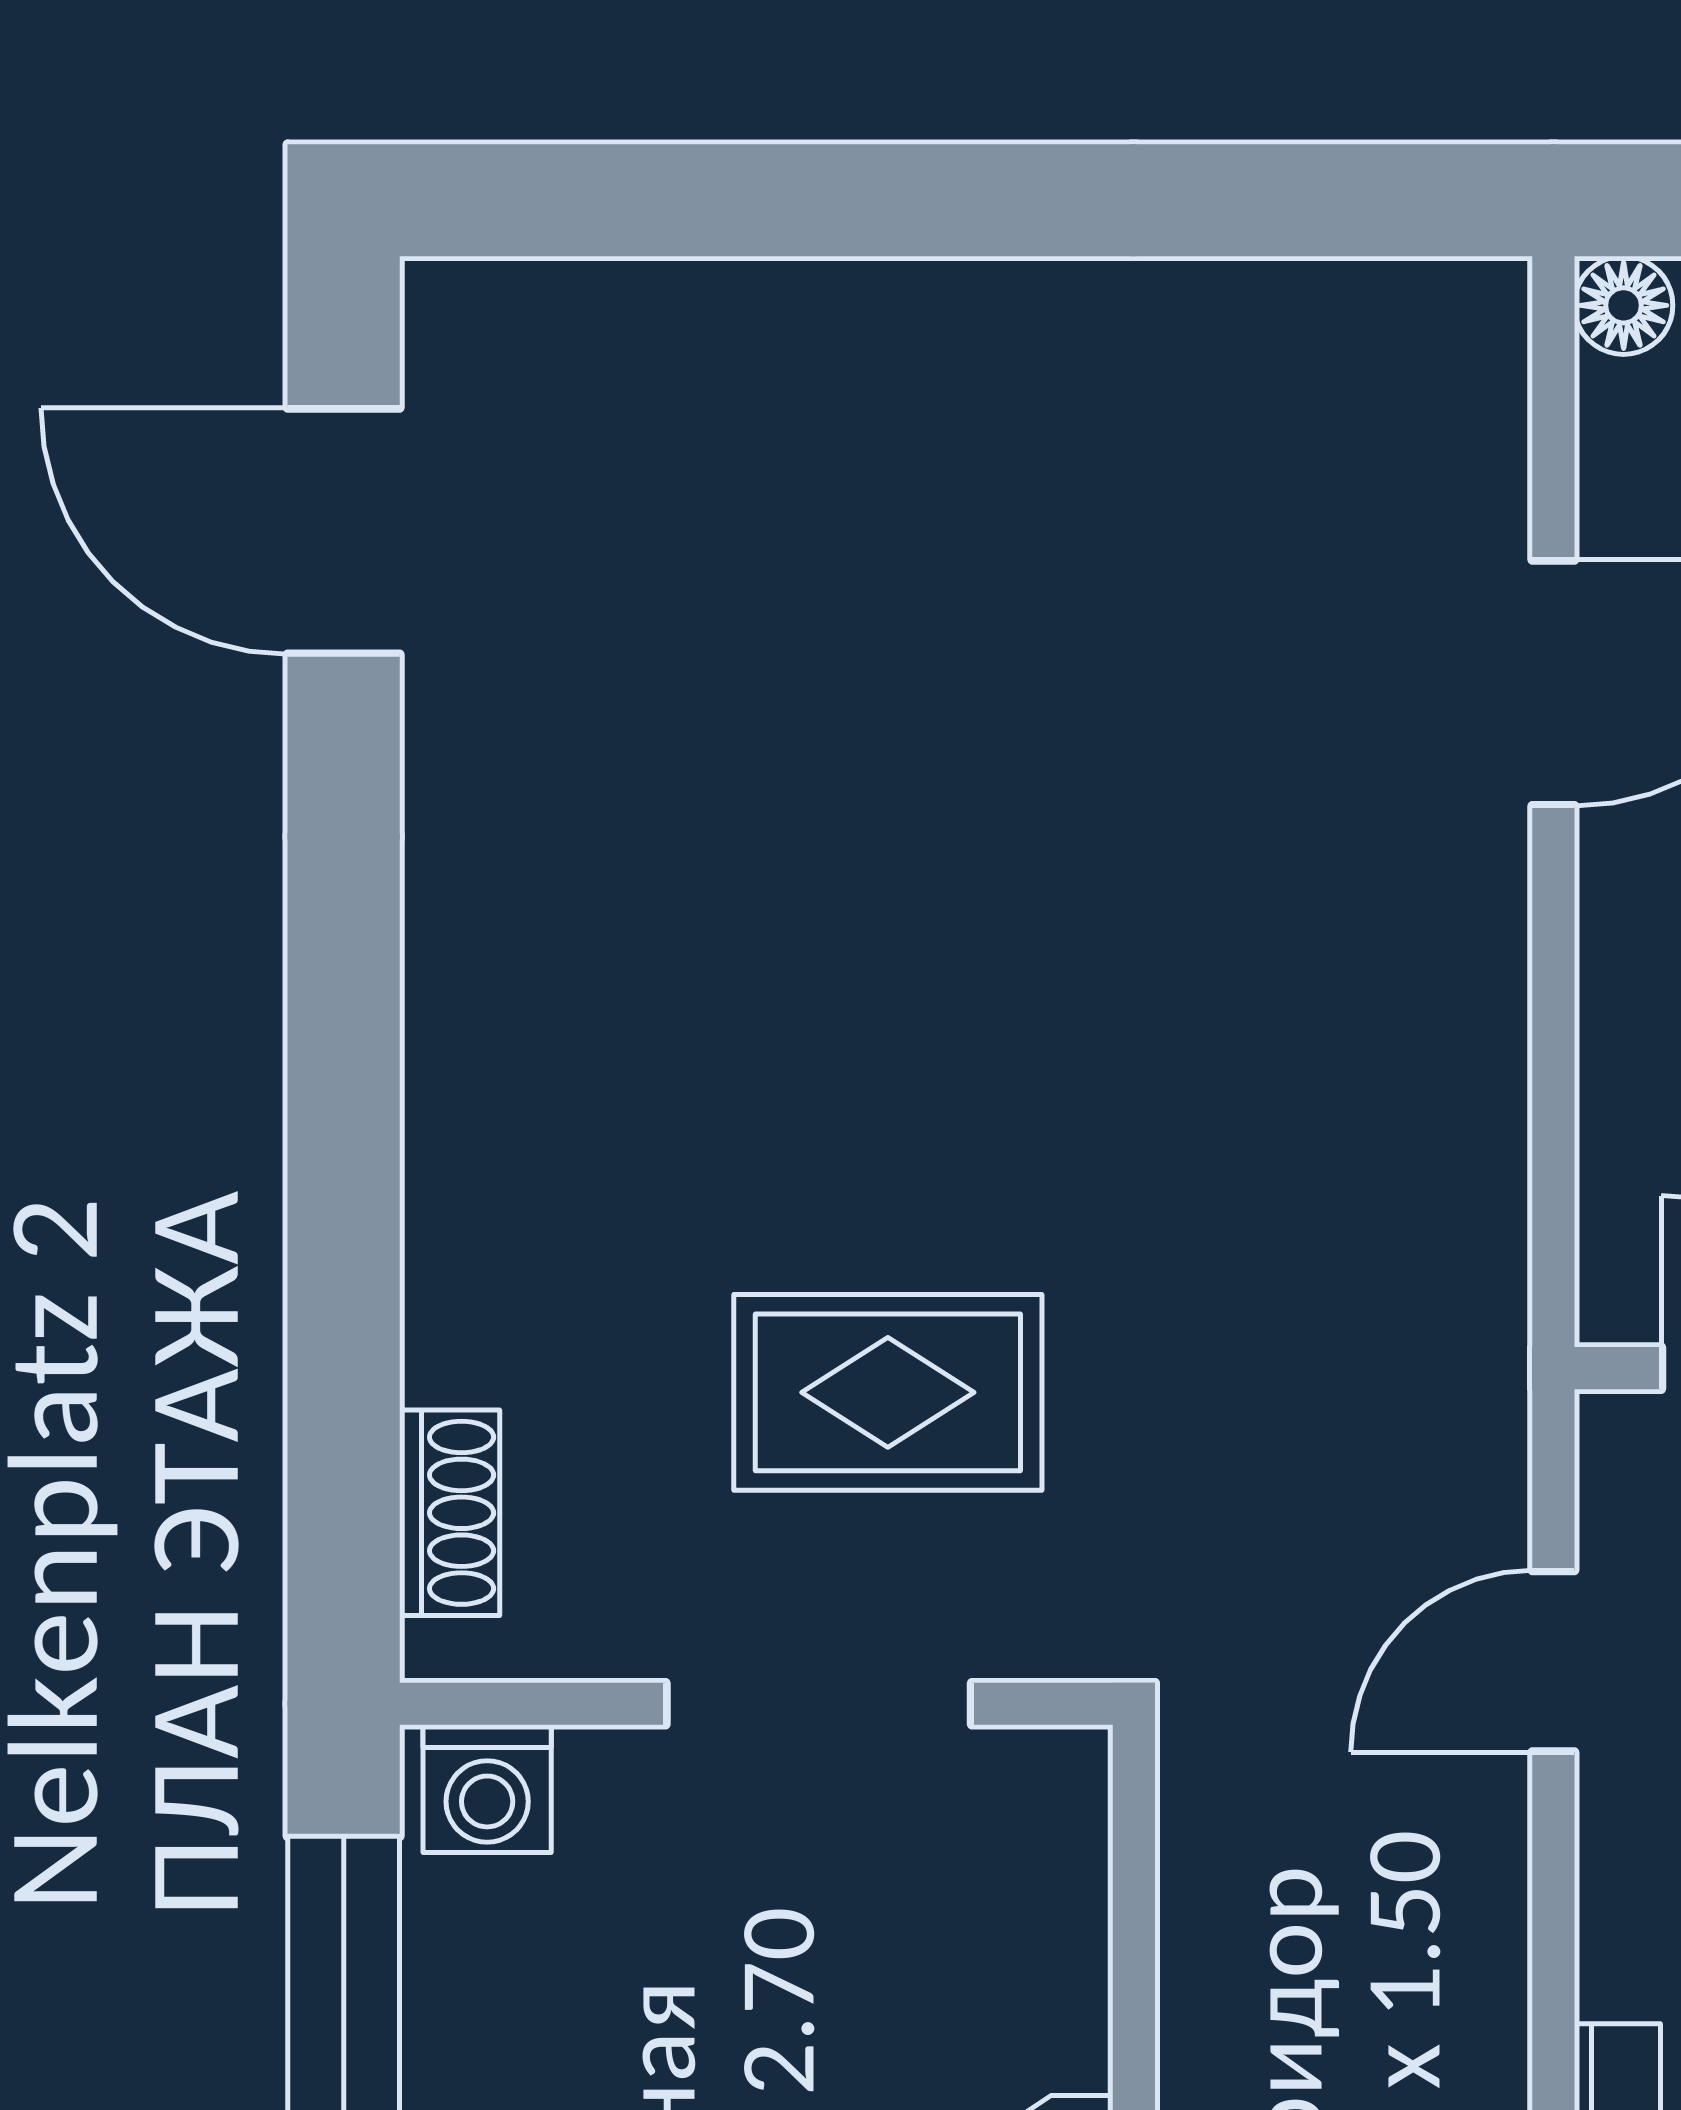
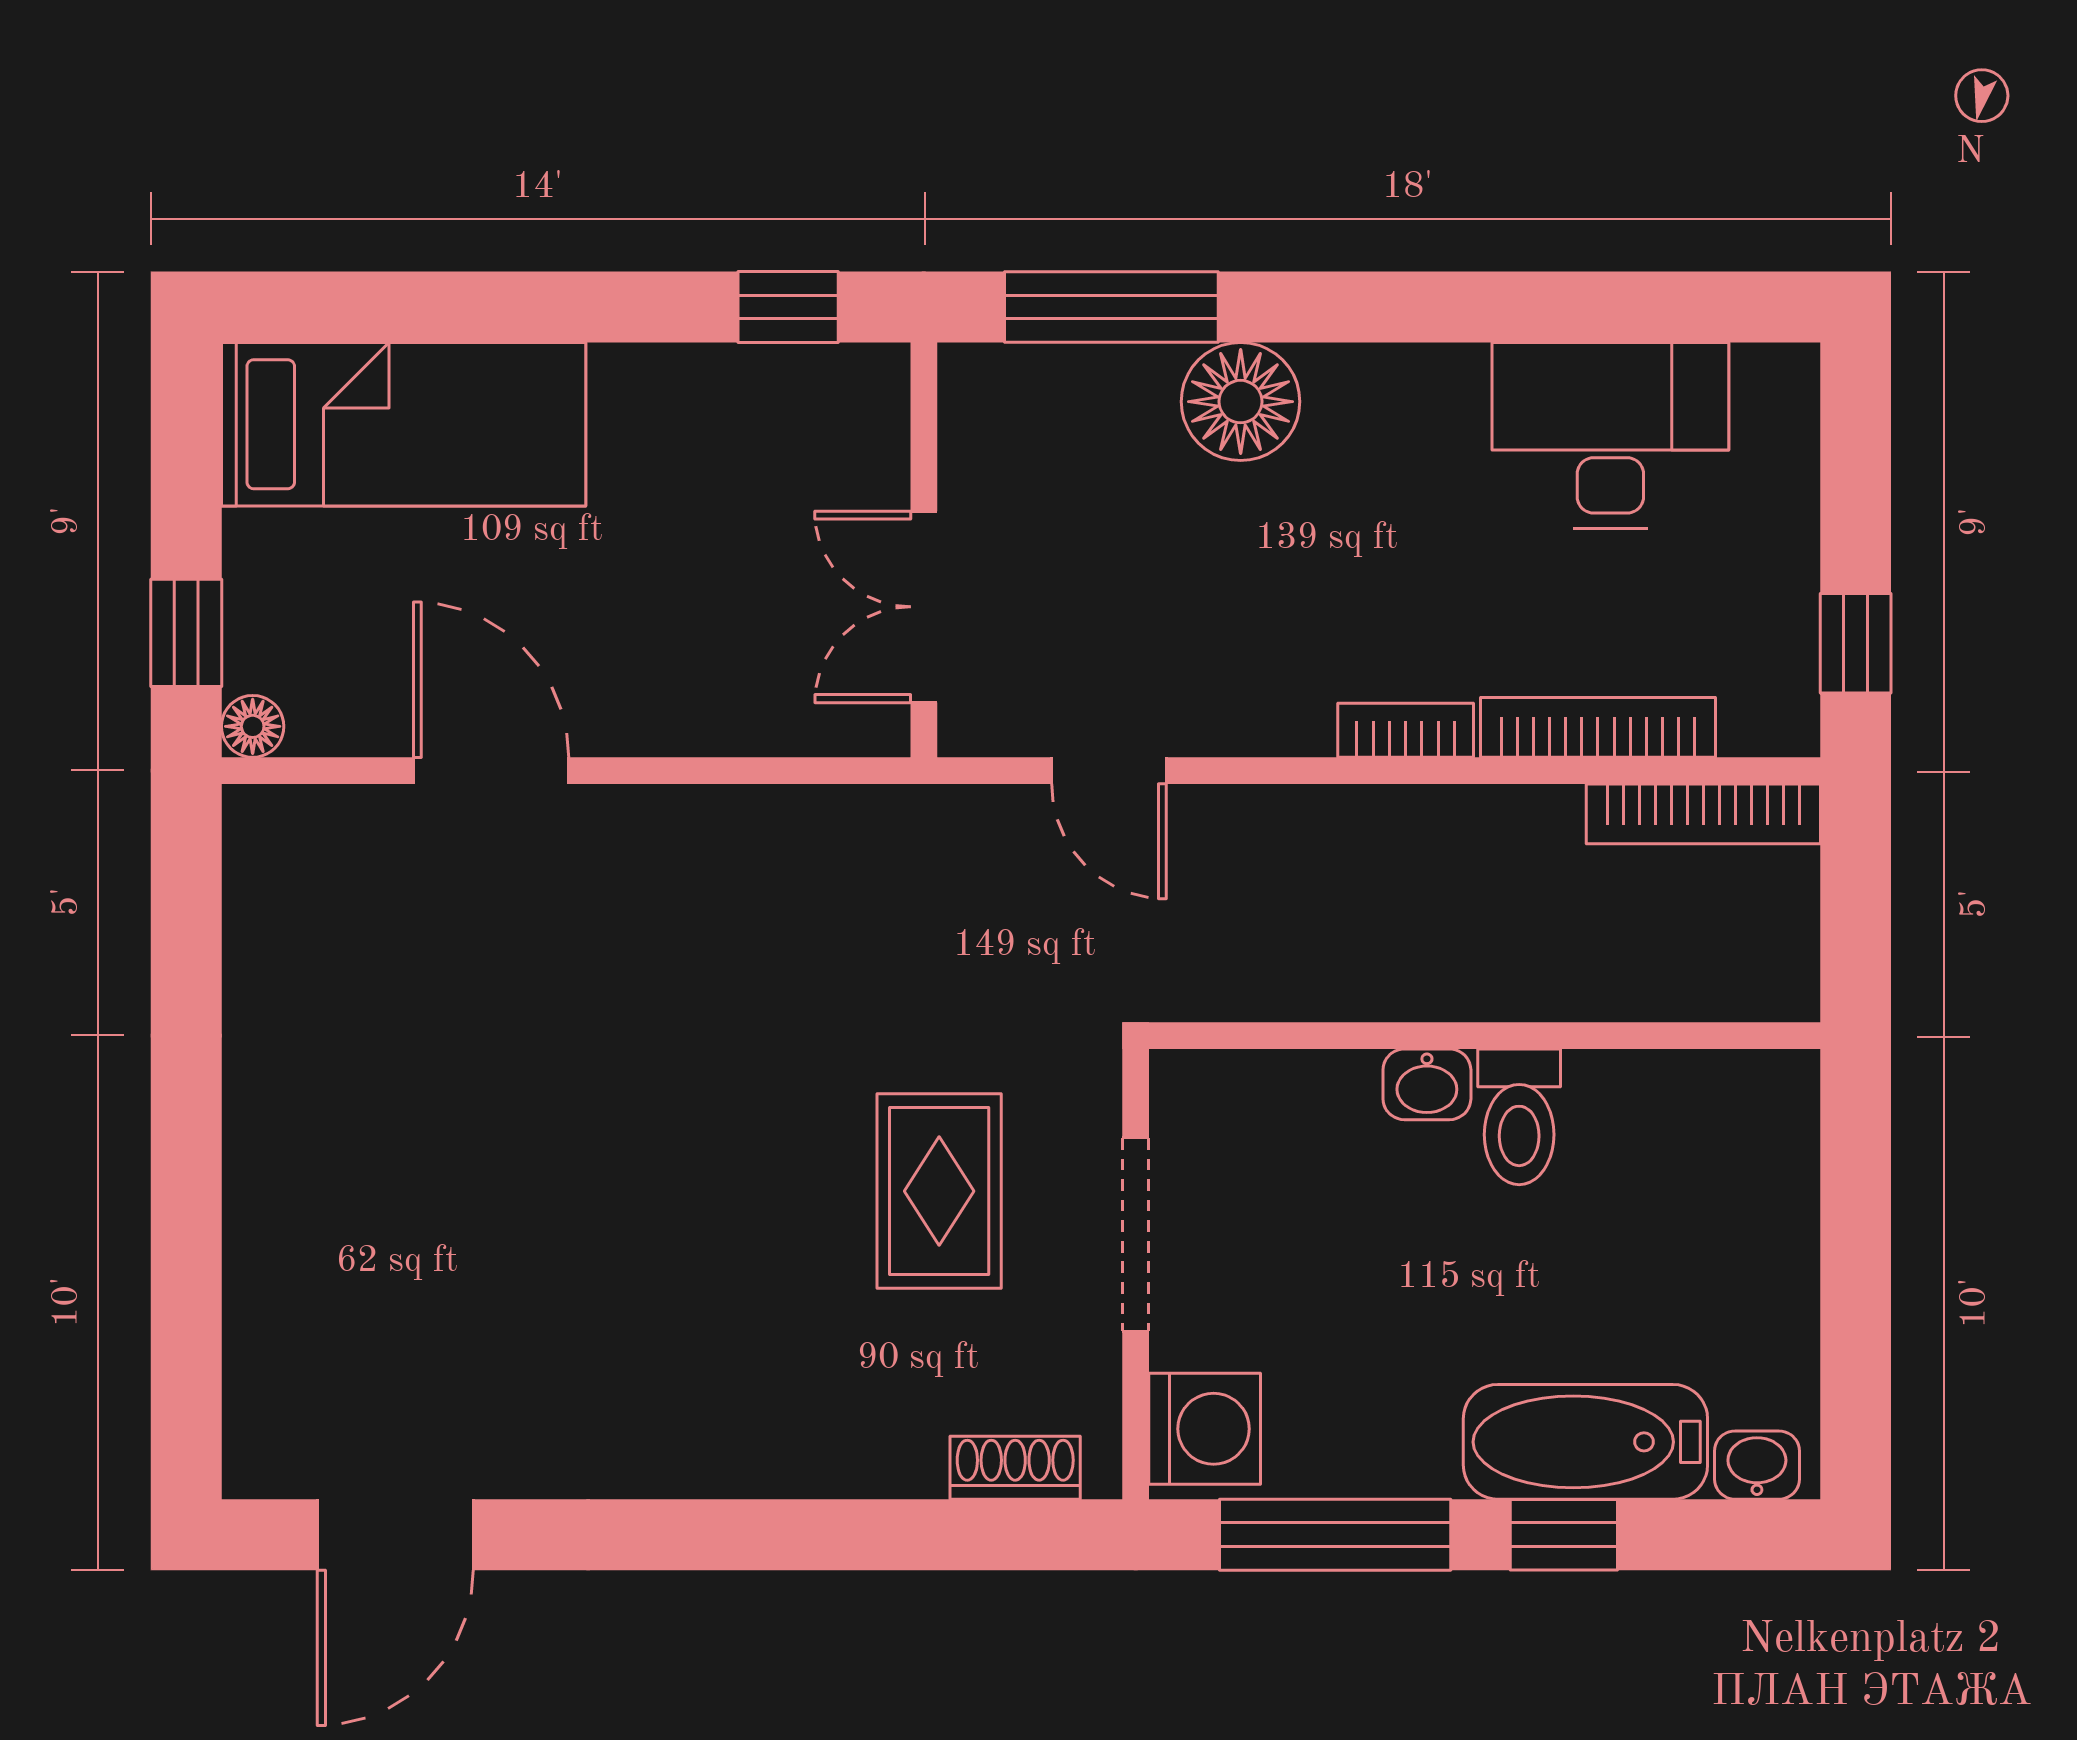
washing machine: (487, 1789) -> (1205, 1429), width x1.38, depth x1.38

